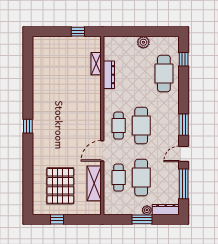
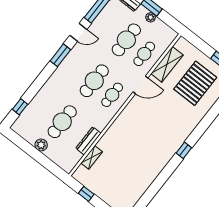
cafe table: (164, 74) -> (62, 122), moved
plant: (147, 210) -> (151, 17), moved

